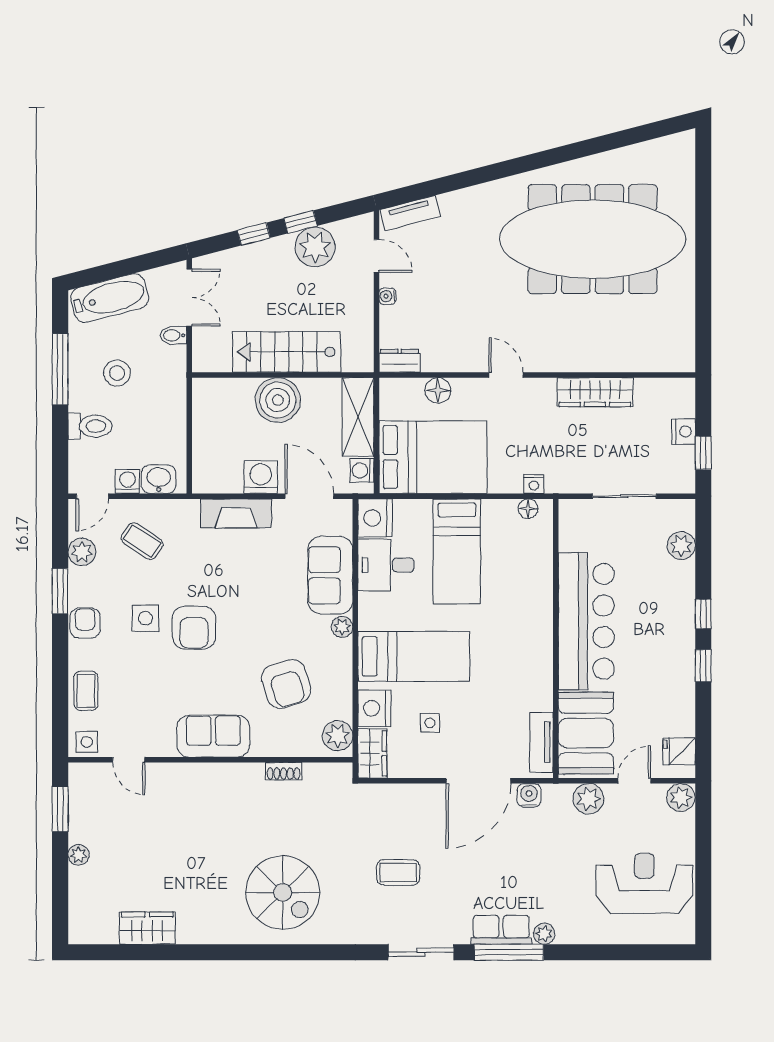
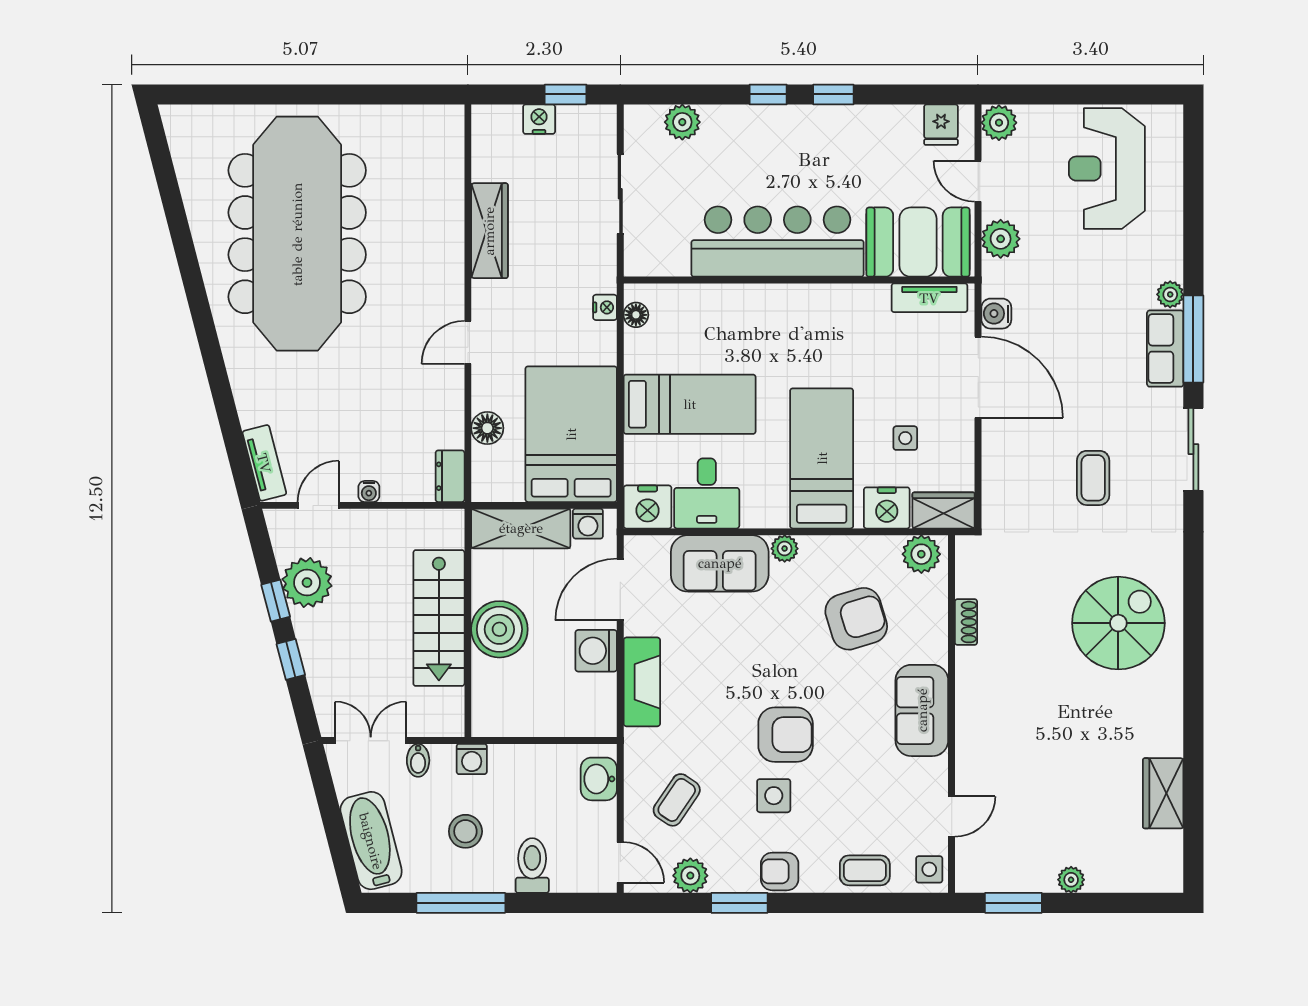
washing machine: (127, 481) -> (472, 759), moved, turned -90

